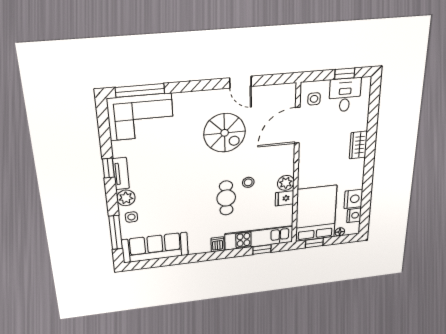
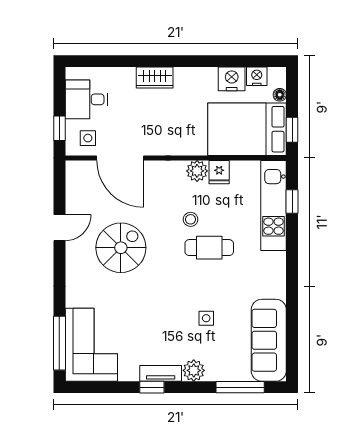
window: (345, 74) -> (59, 128), moved
side table: (131, 217) -> (206, 318), moved
dishwasher: (218, 244) -> (276, 260), removed

